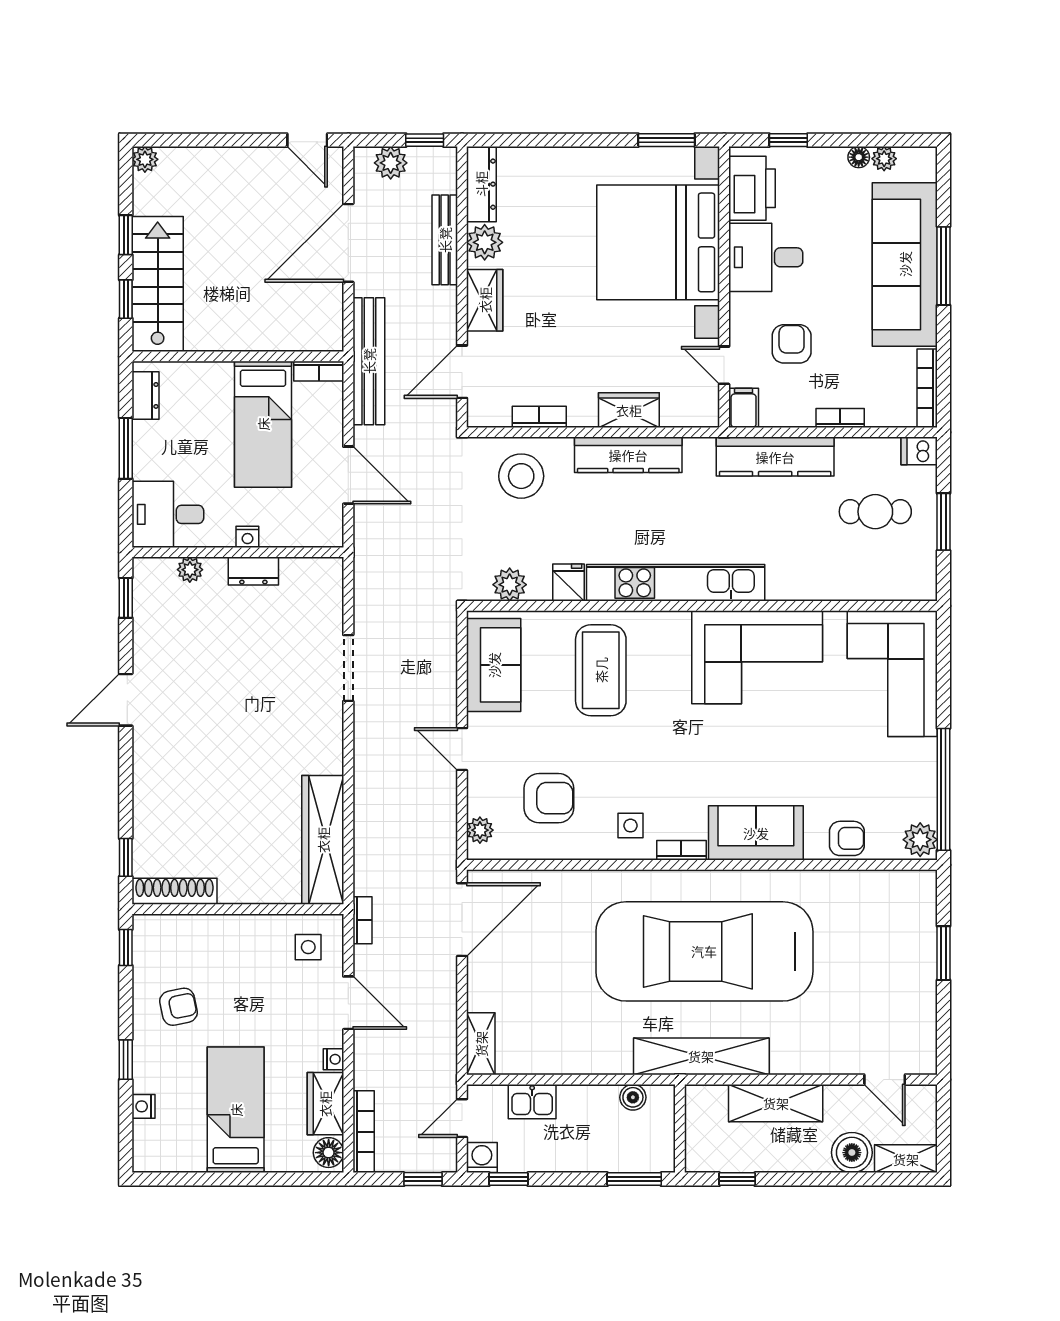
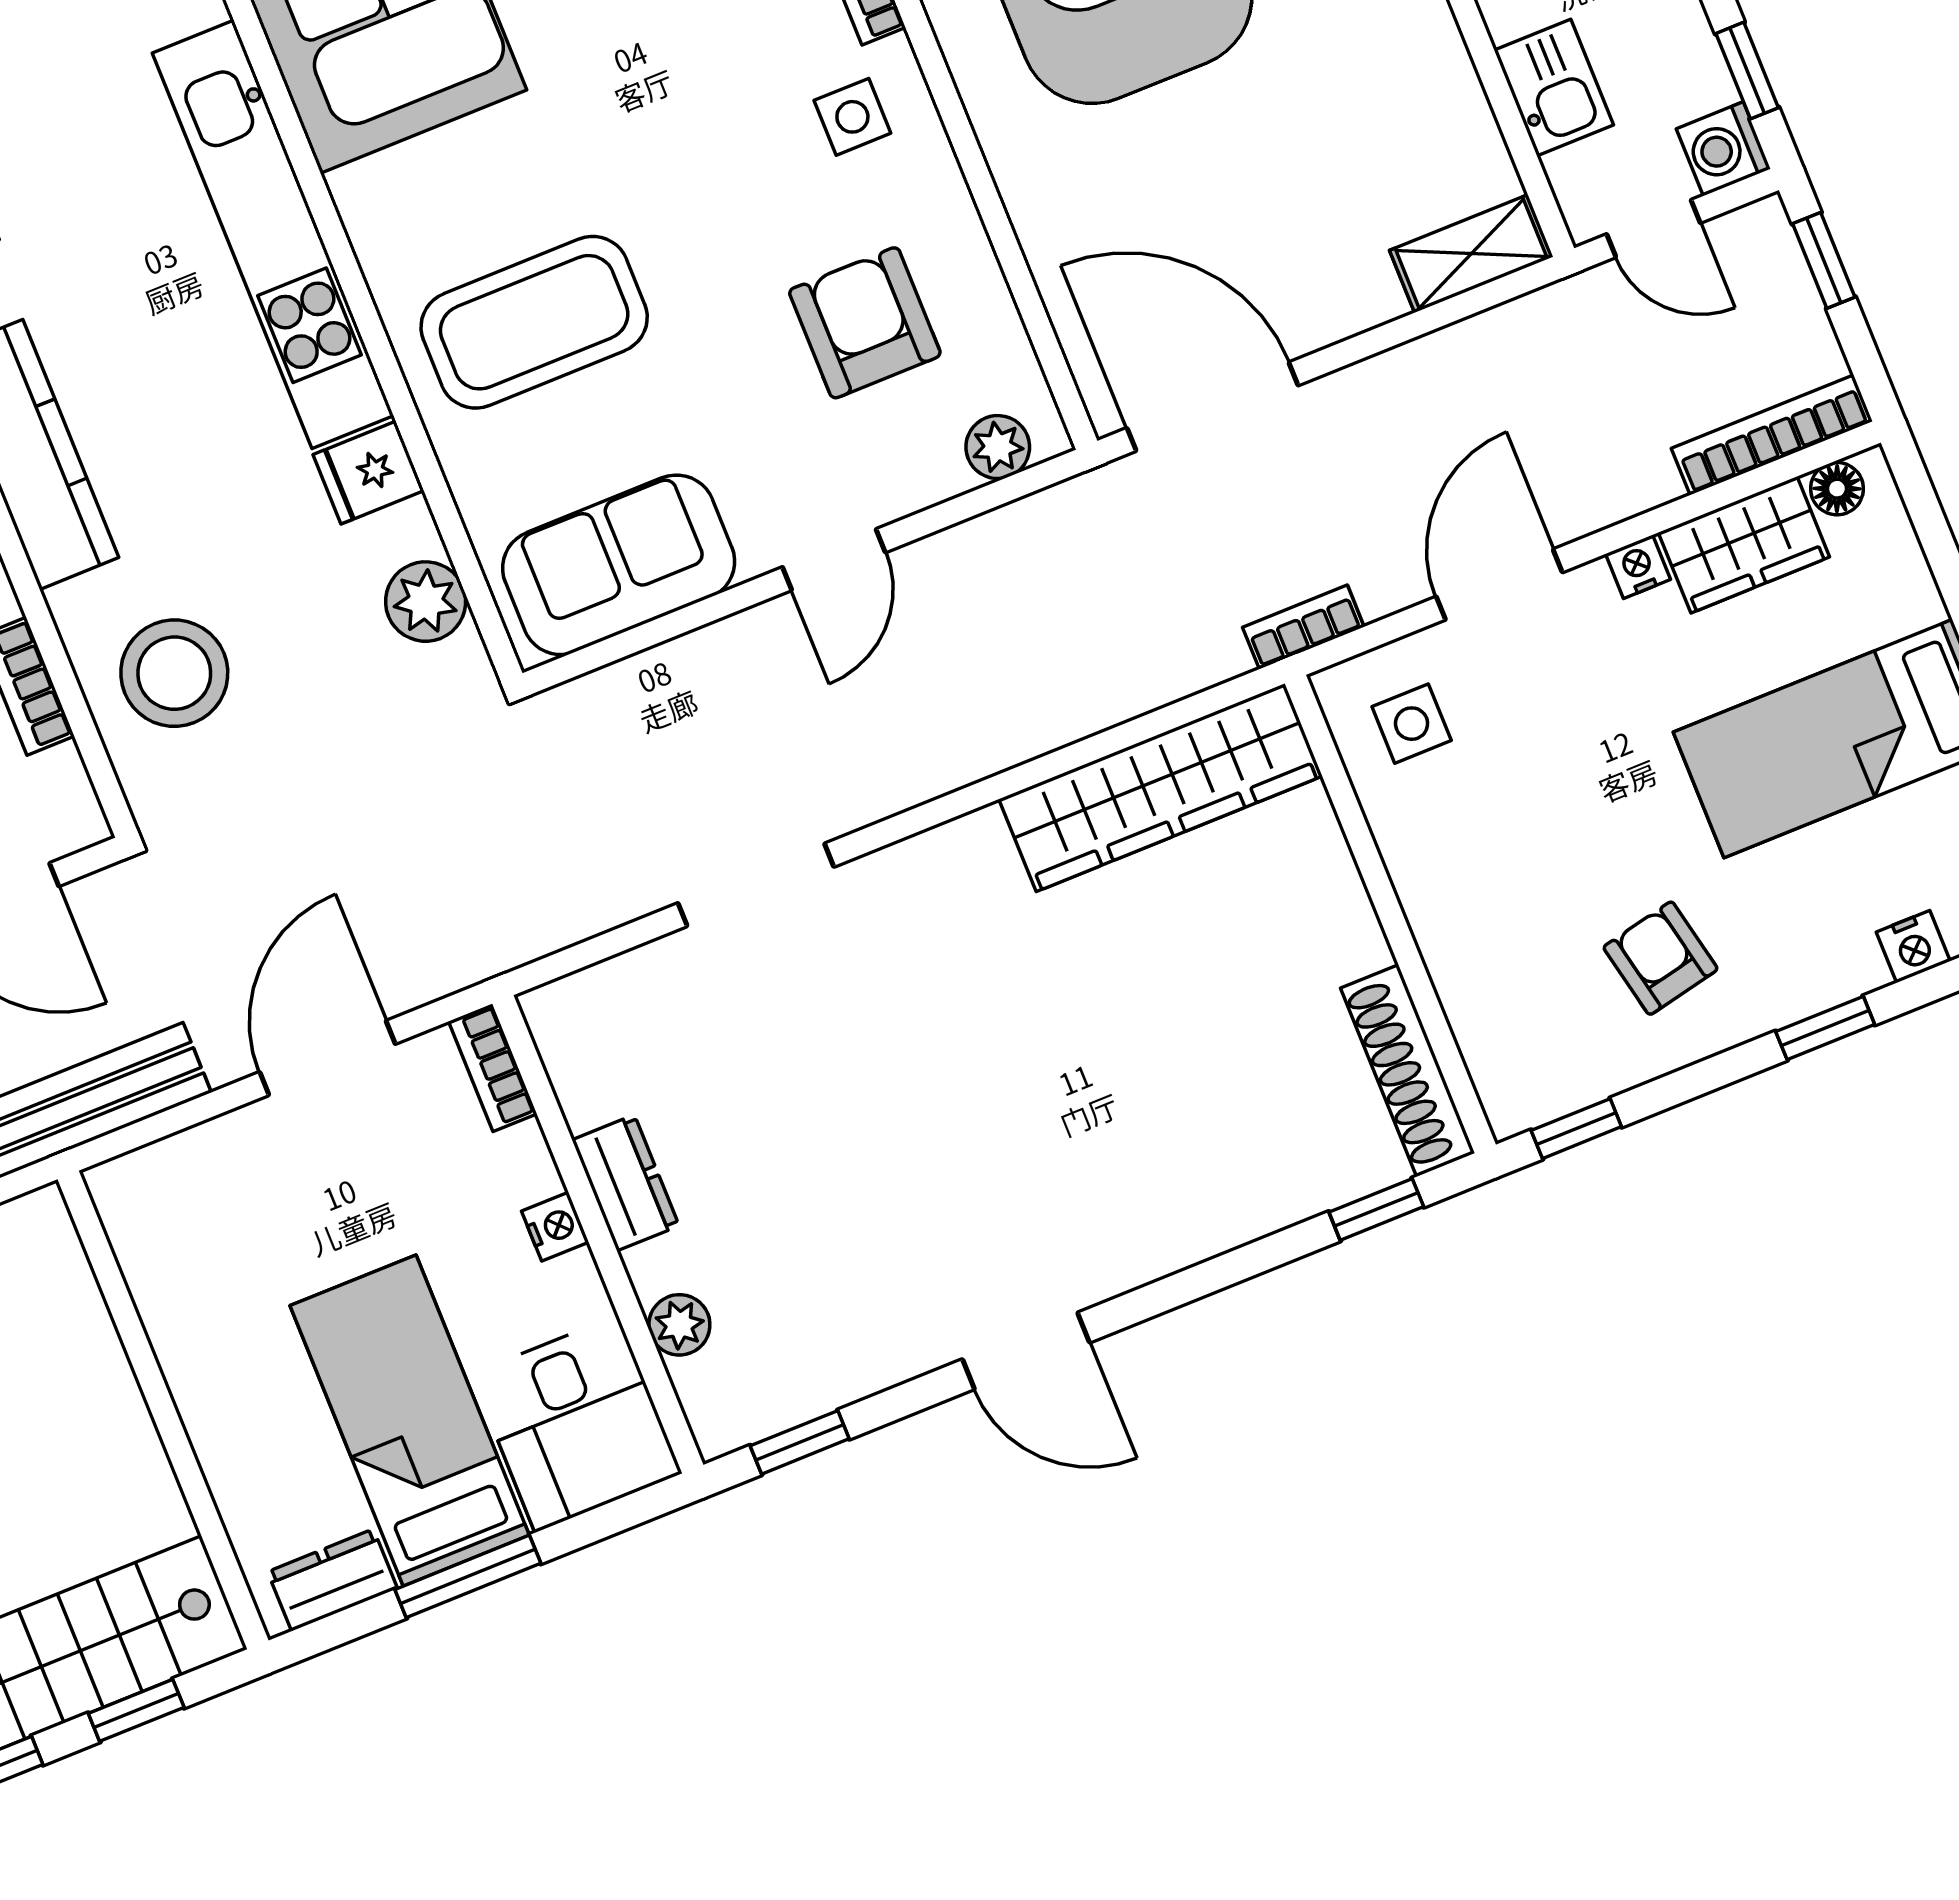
bookcase: (319, 371) -> (493, 1068), moved, turned 180
bed: (263, 424) -> (410, 1420), moved, turned -90
floor lamp: (329, 1153) -> (1837, 489), width x0.73, depth x0.73

